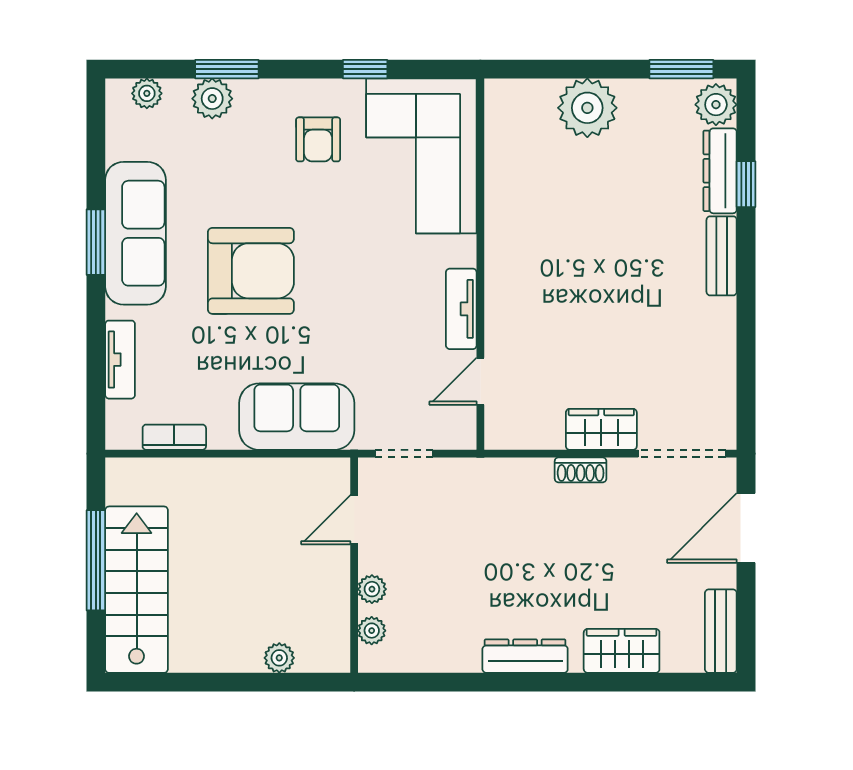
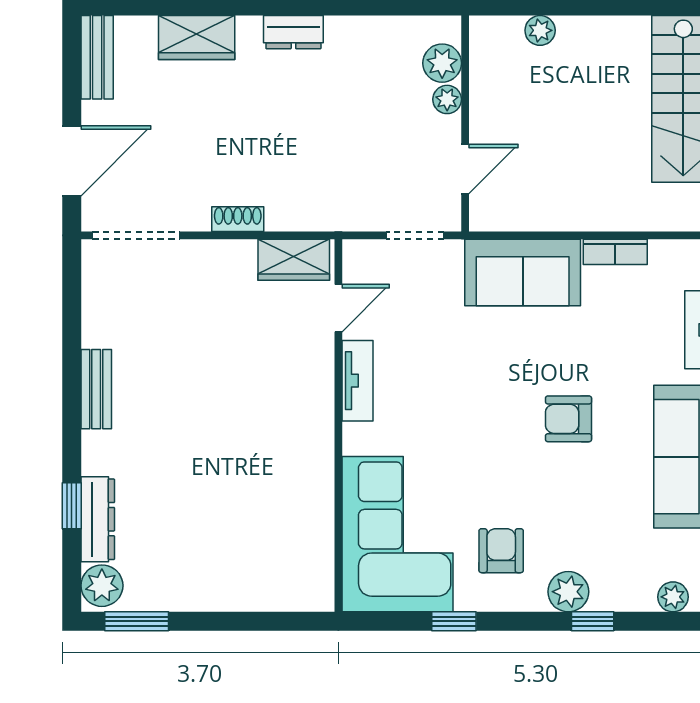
window: (227, 69) -> (593, 621), width x0.67
plant: (212, 99) -> (568, 592), moved
plant: (587, 108) -> (231, 582), removed
bench: (722, 256) -> (96, 389), moved
armchair: (251, 271) -> (569, 419), width x0.53, depth x0.53
wardrobe: (601, 429) -> (294, 260), moved
bookcase: (174, 437) -> (615, 252), moved
plant: (372, 631) -> (442, 63), width x1.38, depth x1.38
dresser: (525, 656) -> (293, 32), width x0.70

